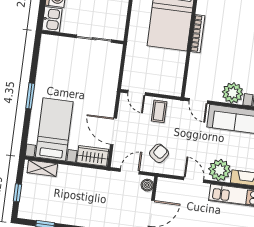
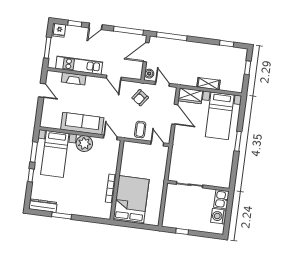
shelving: (42, 168) -> (208, 84), moved
plant: (220, 170) -> (94, 85), removed
door: (130, 171) -> (162, 84), swing flipped

